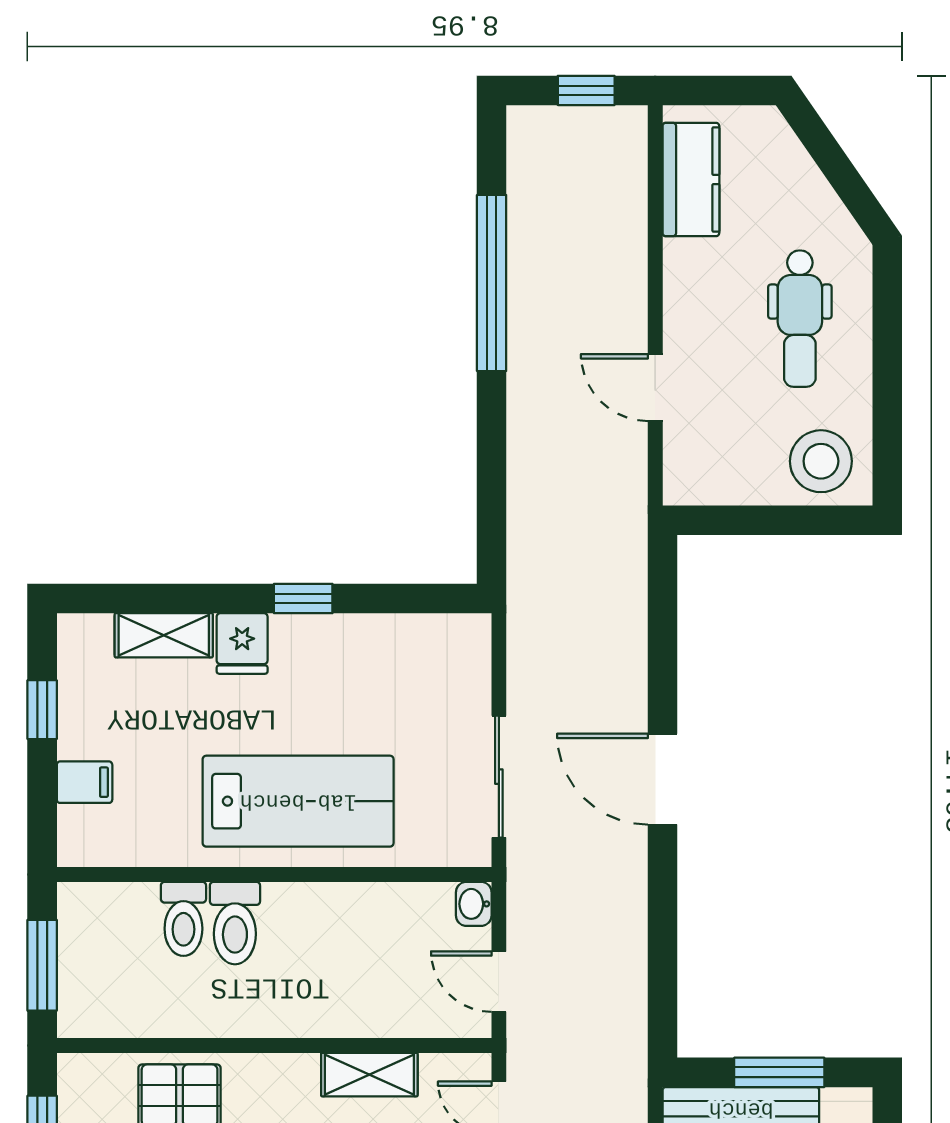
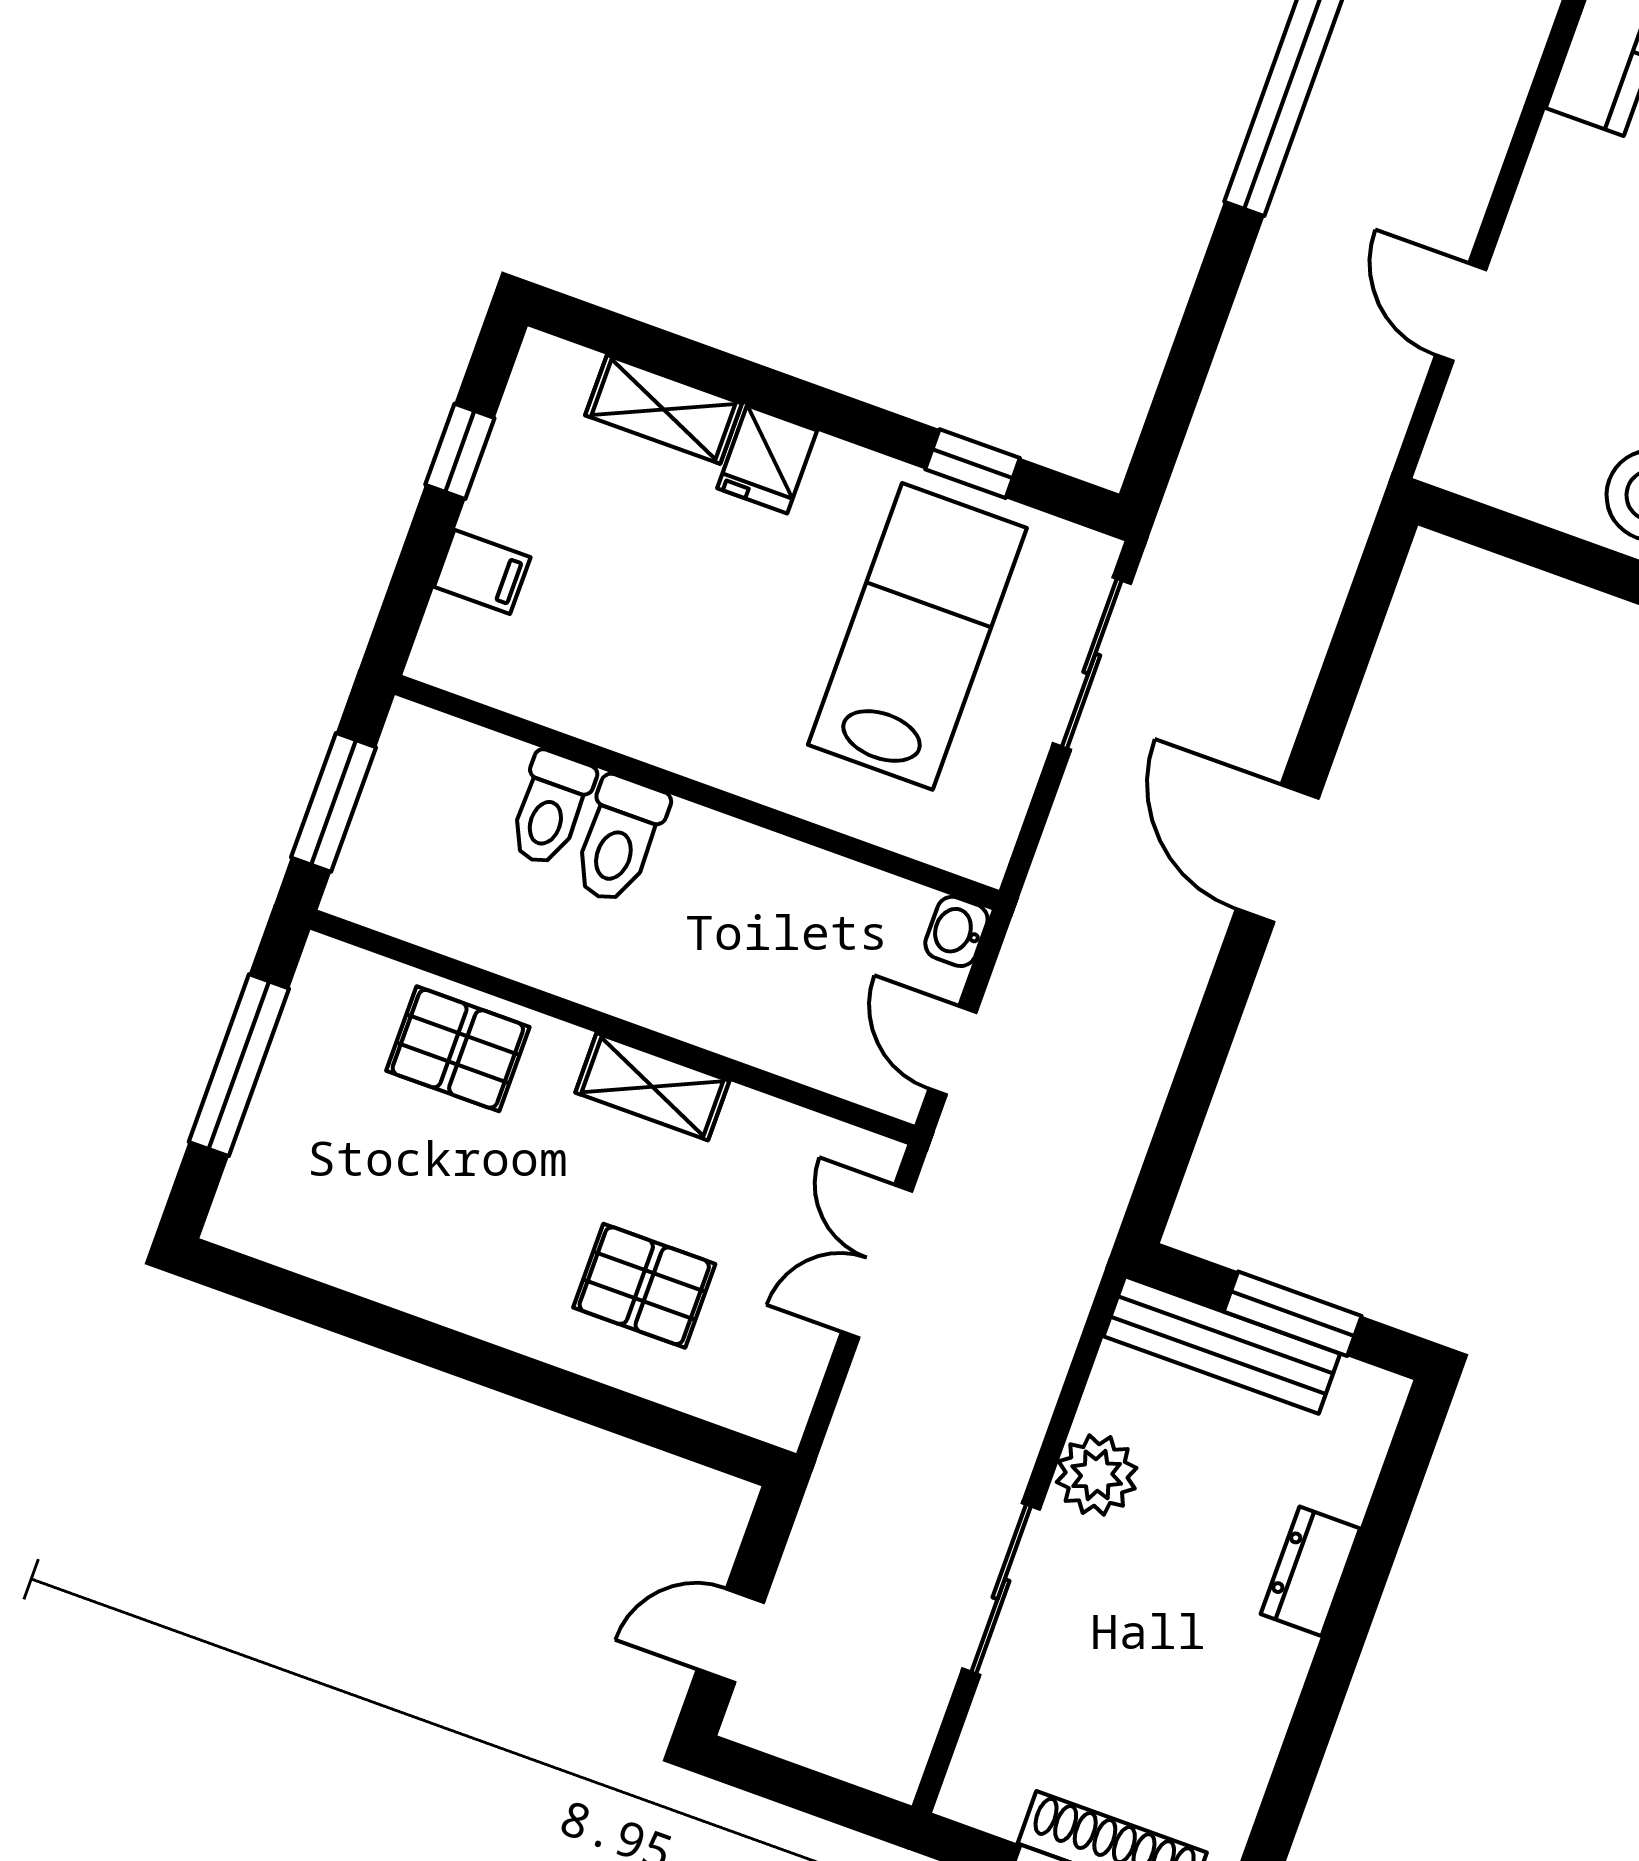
window: (303, 598) -> (973, 464), moved
sliding door: (499, 777) -> (1092, 664), moved
lab bench: (298, 801) -> (917, 636), moved, turned -90
shelving: (369, 1075) -> (652, 1087), moved

